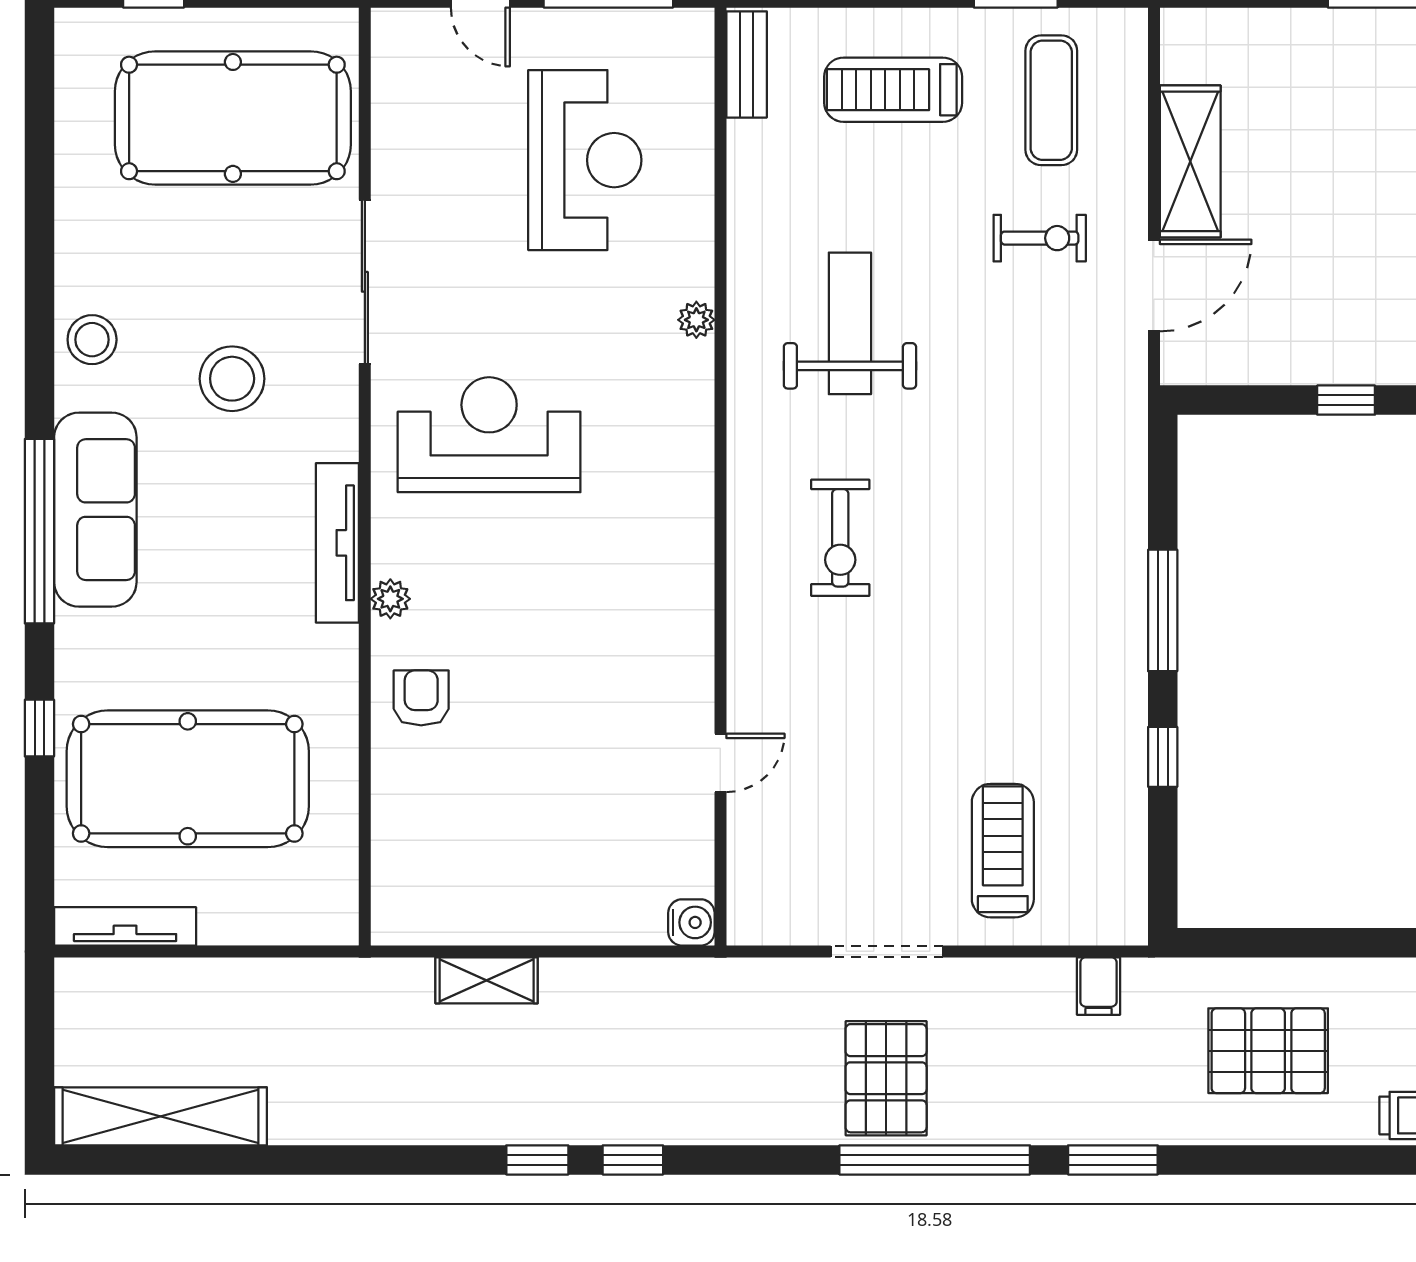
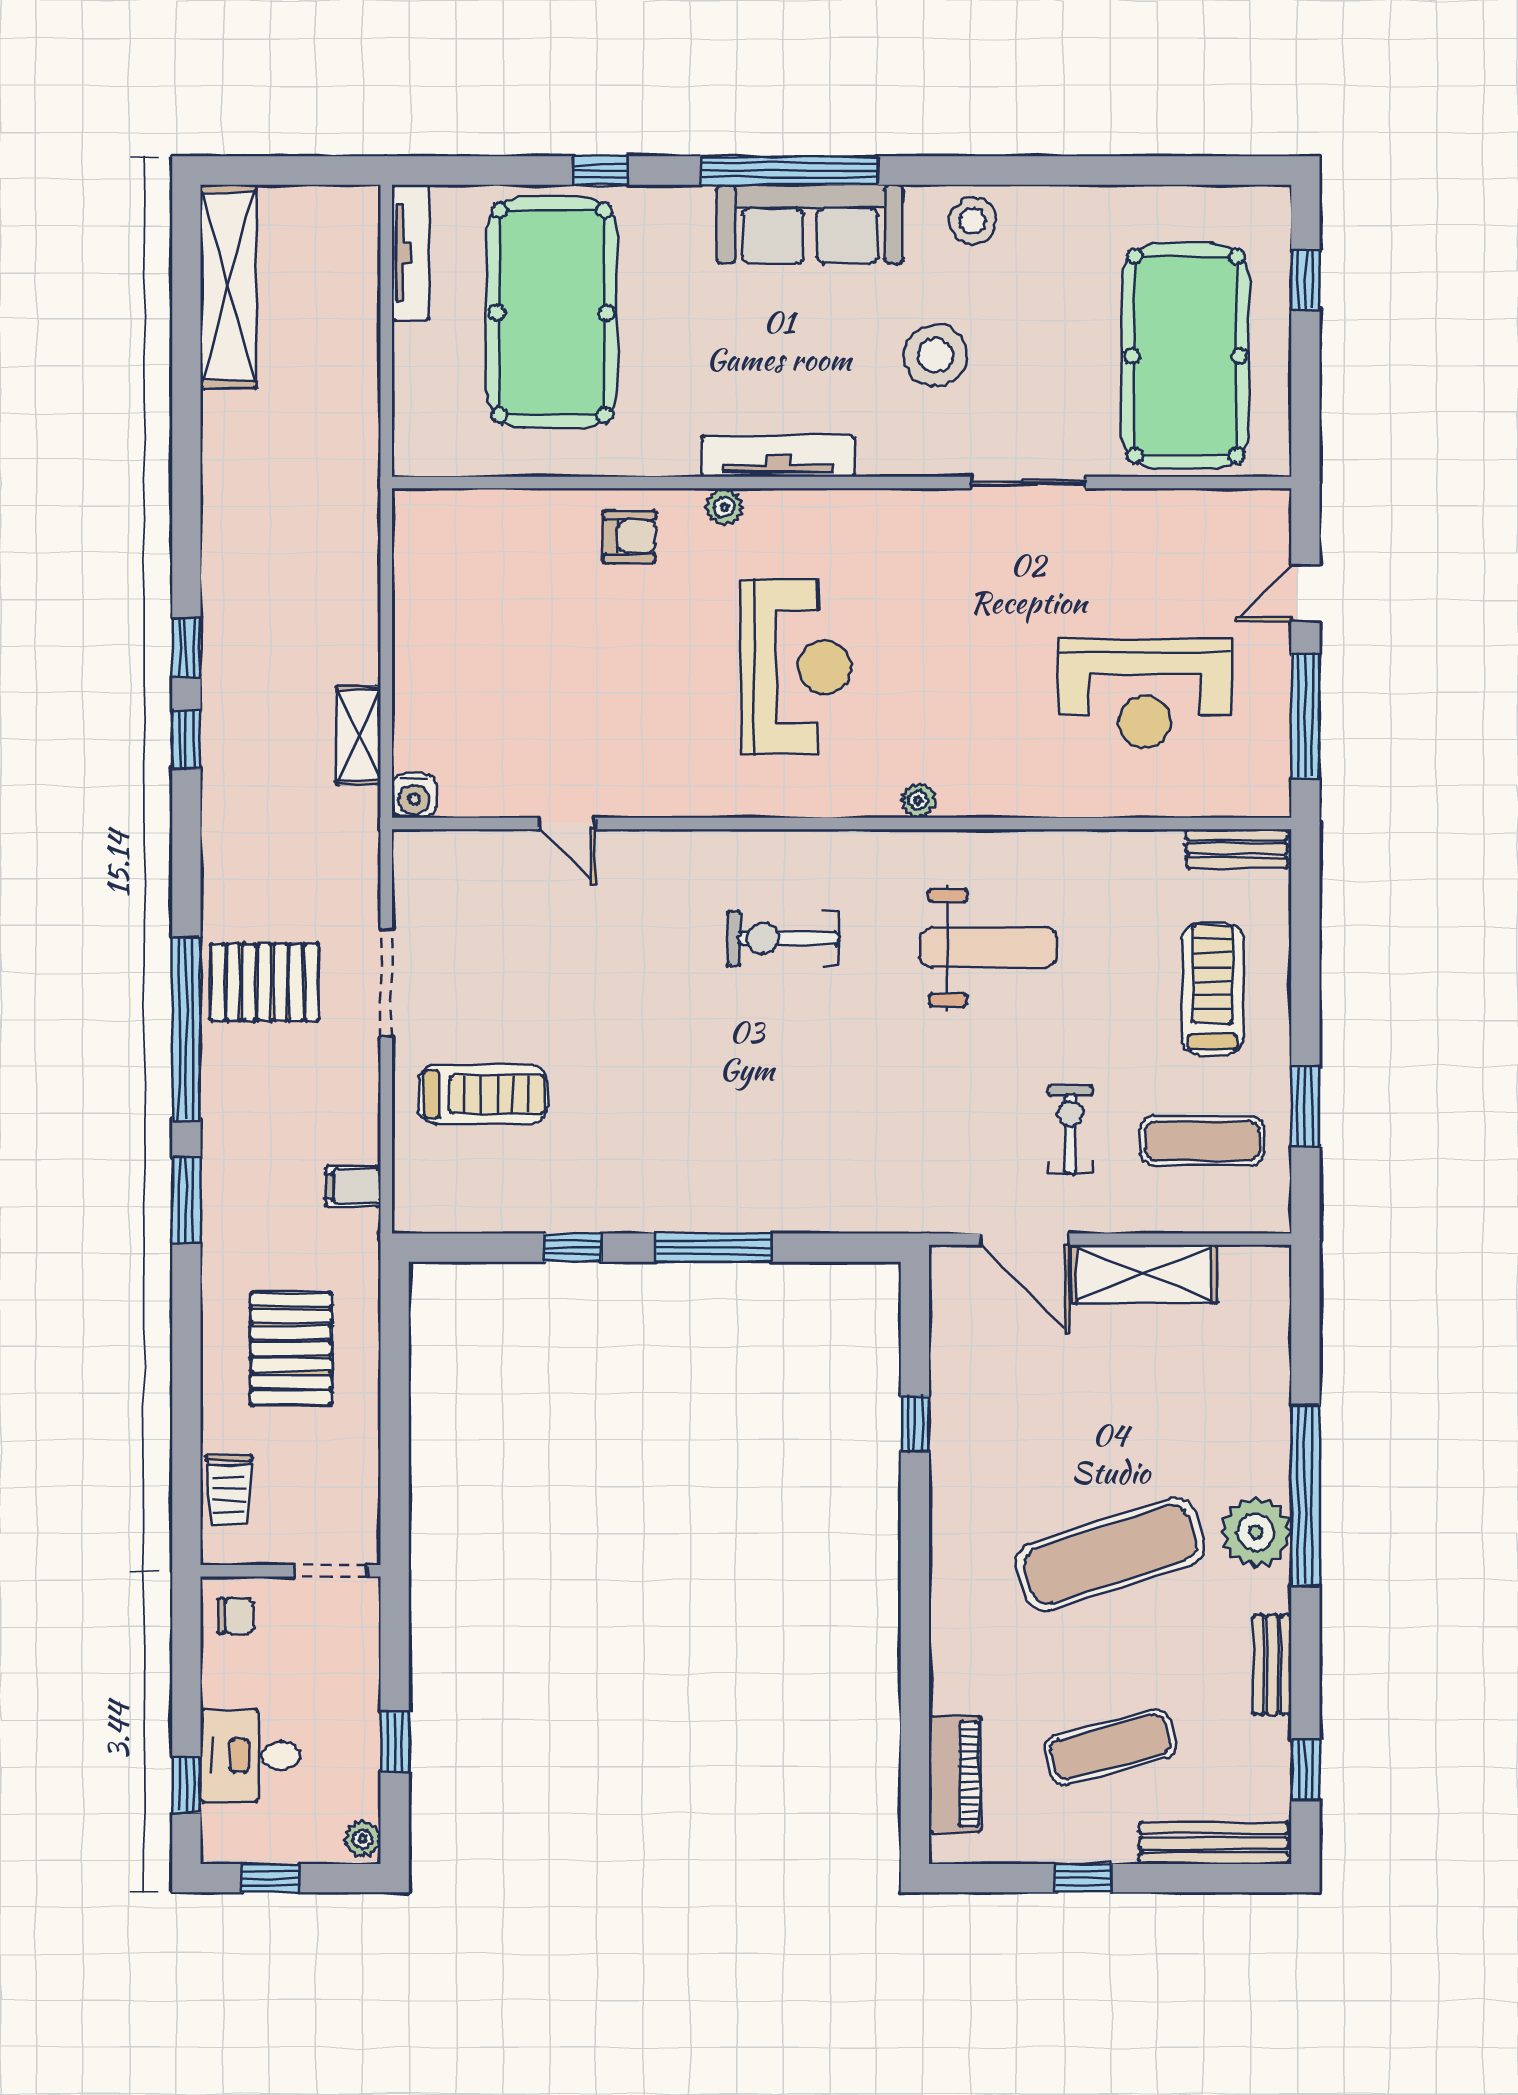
exercise bike: (1040, 238) -> (1070, 1130), turned 180
sliding door: (365, 282) -> (1028, 482), width x0.73
plant: (696, 320) -> (918, 800), moved
reception desk: (489, 435) -> (796, 667), moved
shelving: (487, 980) -> (359, 736), moved

